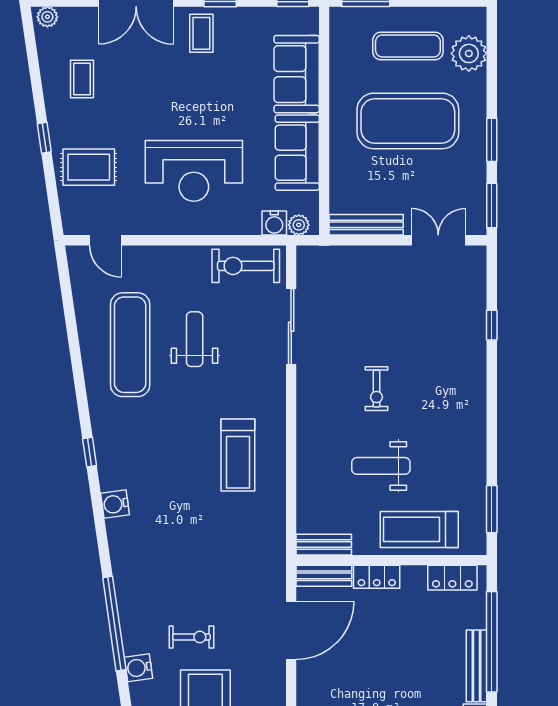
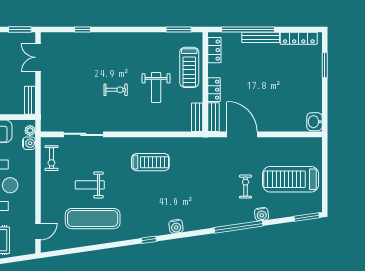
bench: (366, 225) -> (30, 100), width x0.73
exercise bike: (246, 266) -> (51, 158), width x0.73, depth x0.72

